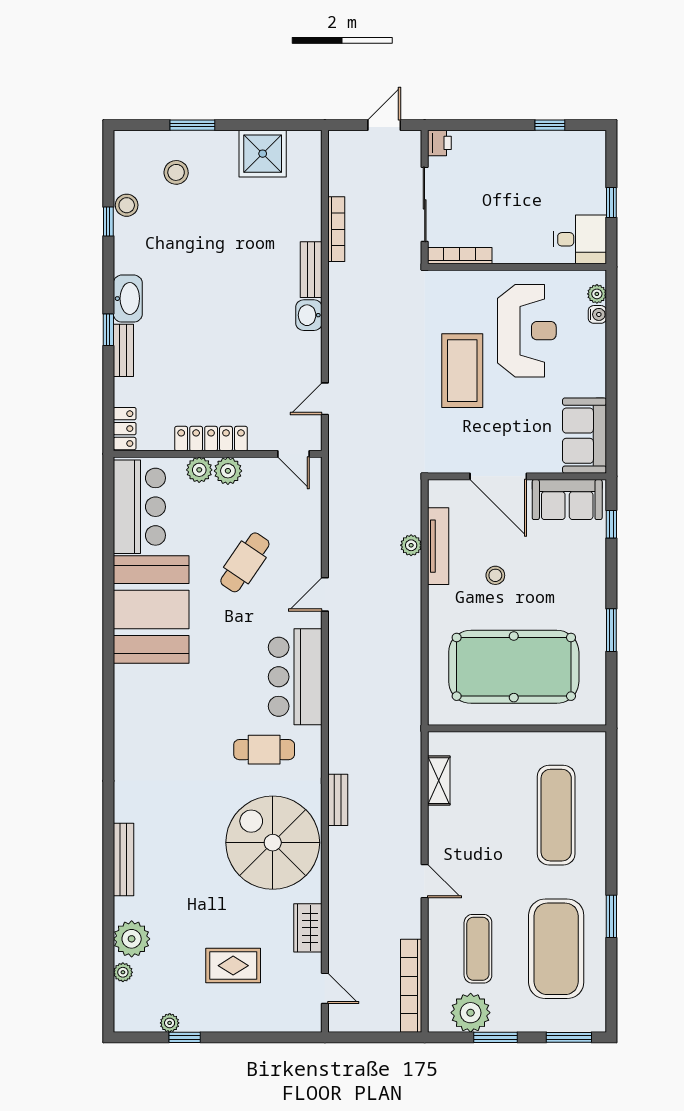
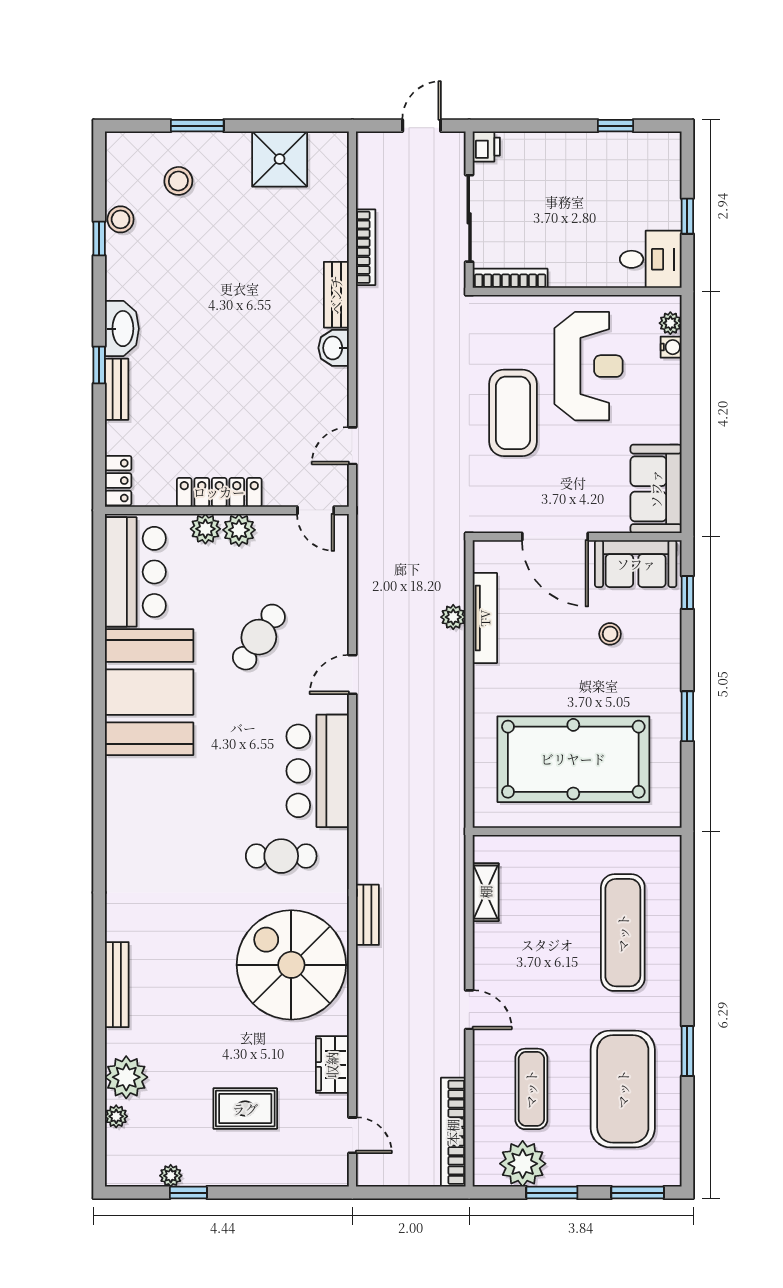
stool: (495, 575) -> (610, 634), moved

